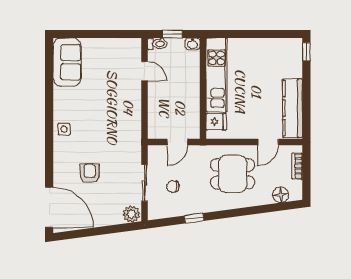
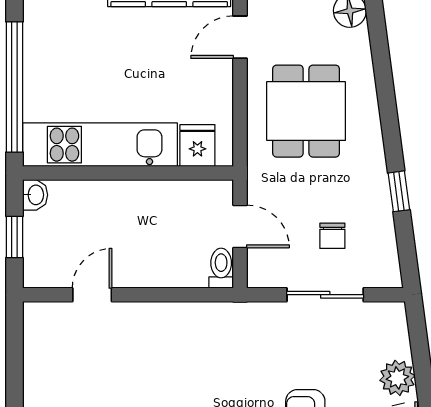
window: (244, 34) -> (14, 87), added
toilet: (157, 44) -> (221, 268), moved
door: (268, 142) -> (240, 37), swing flipped
plant: (131, 214) -> (397, 378), moved

